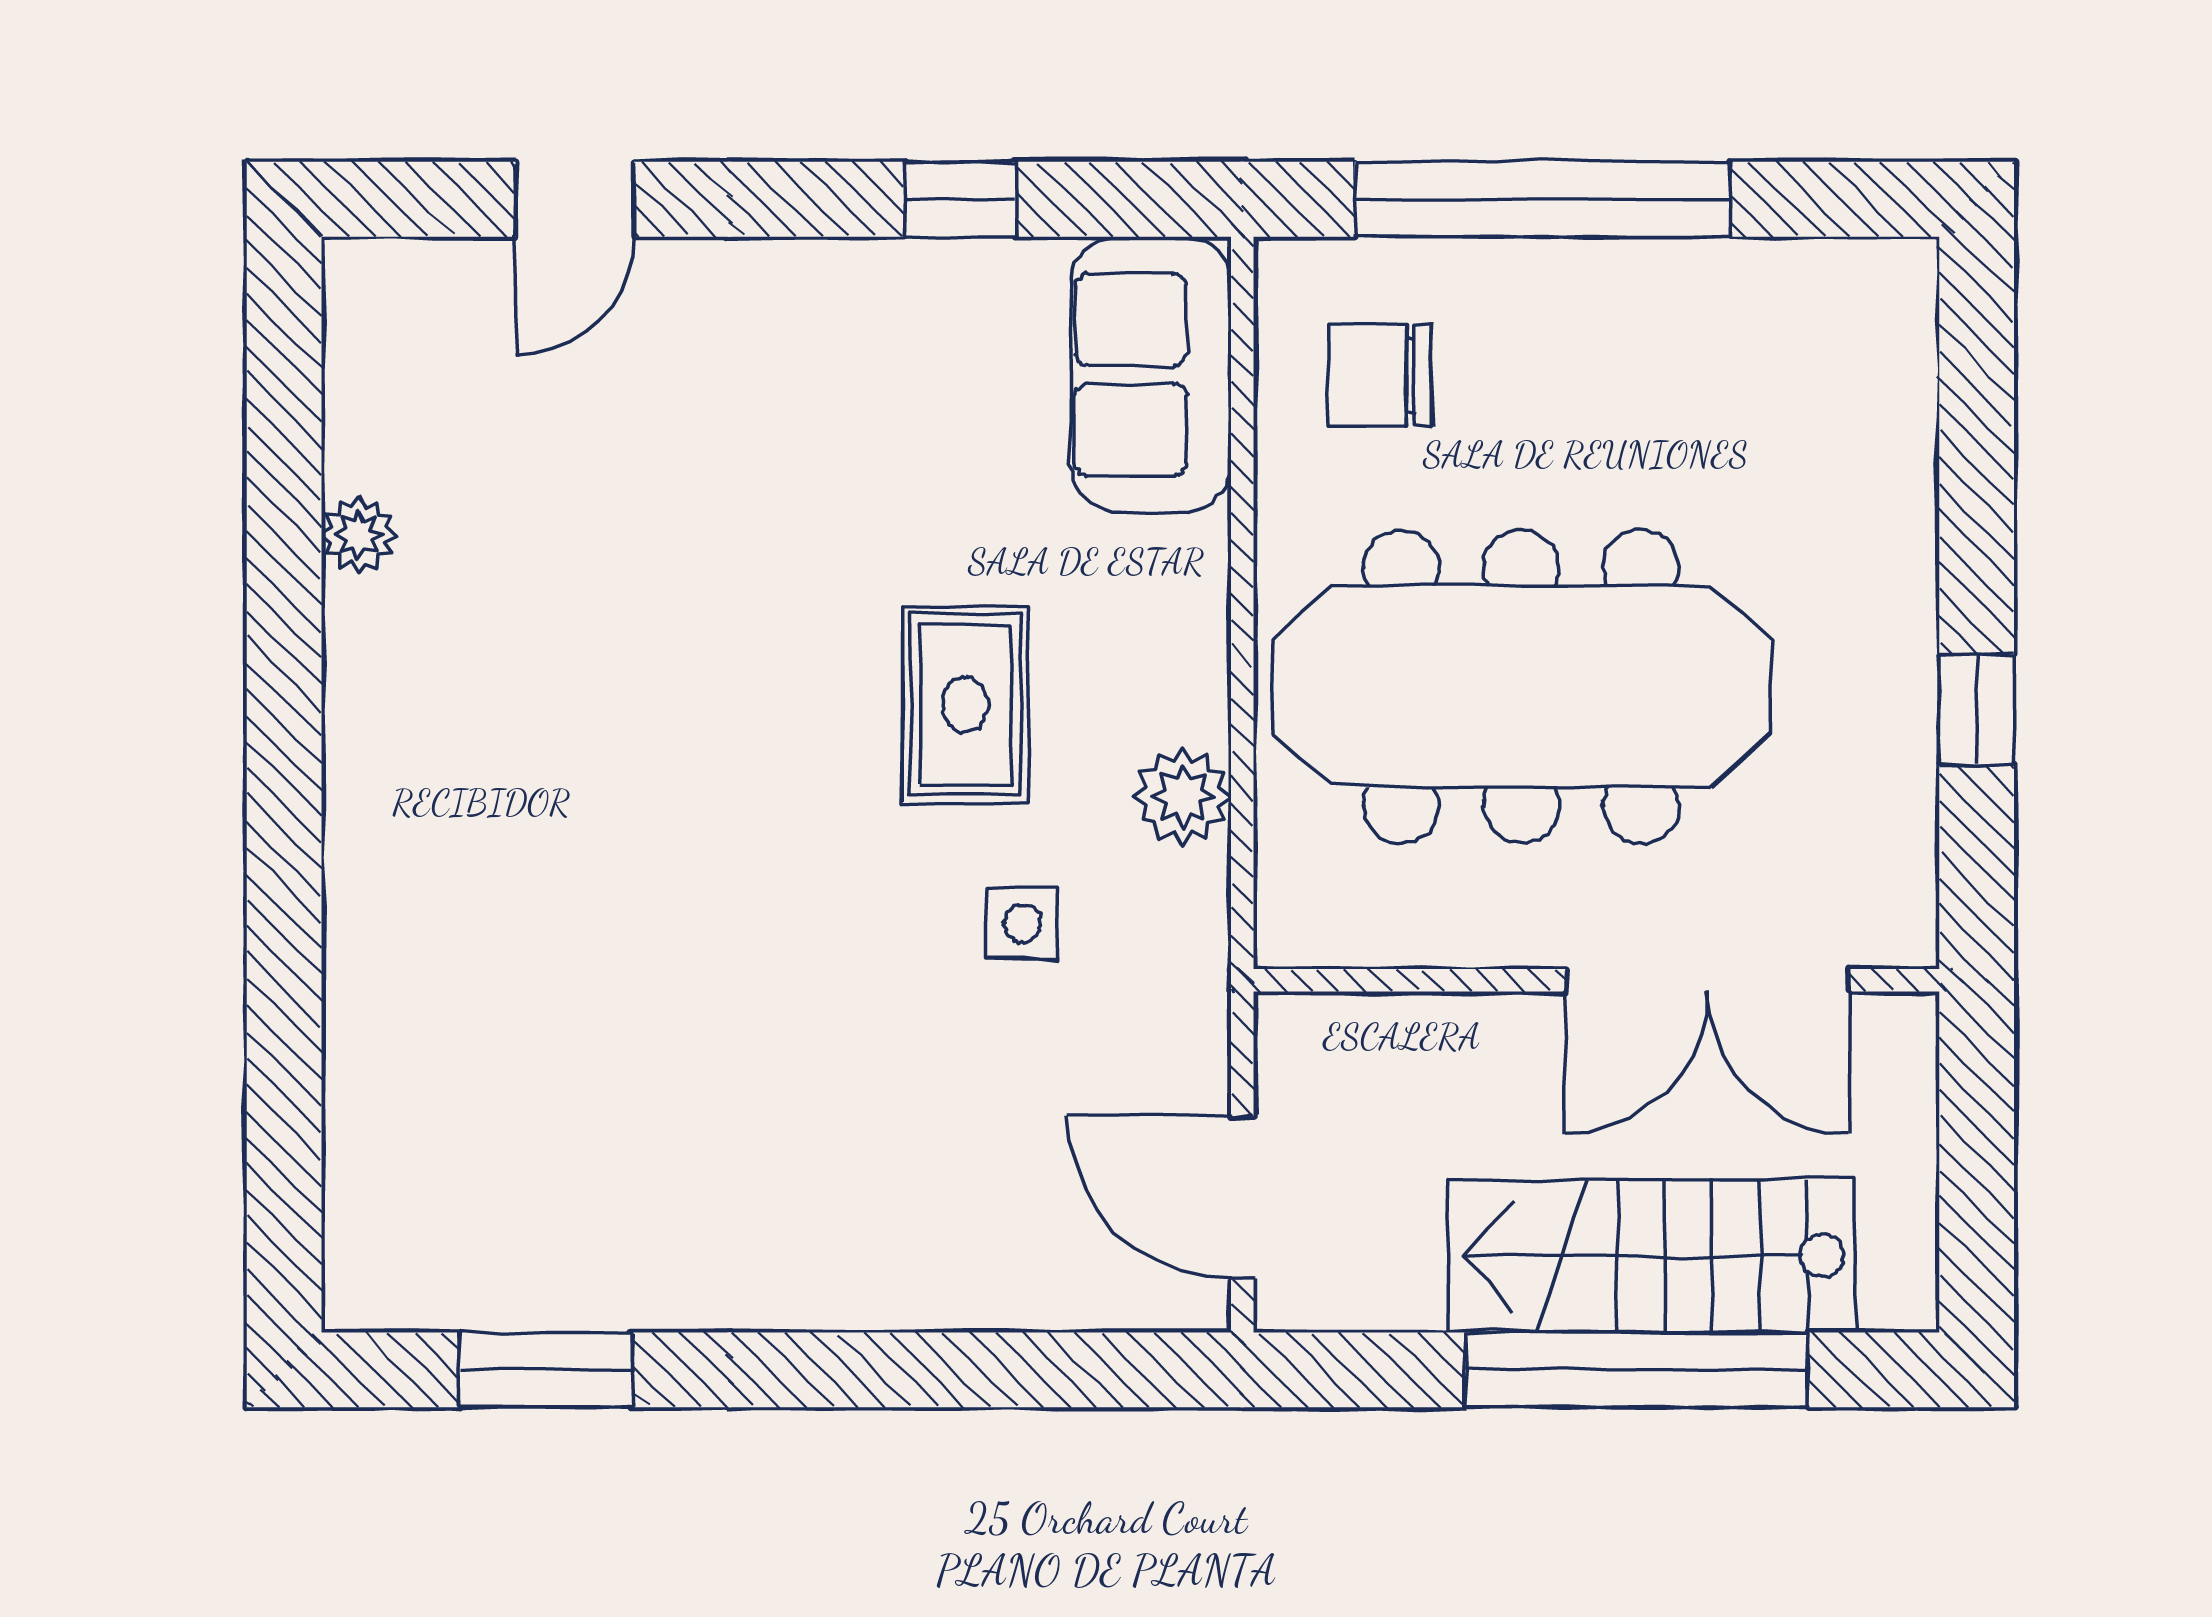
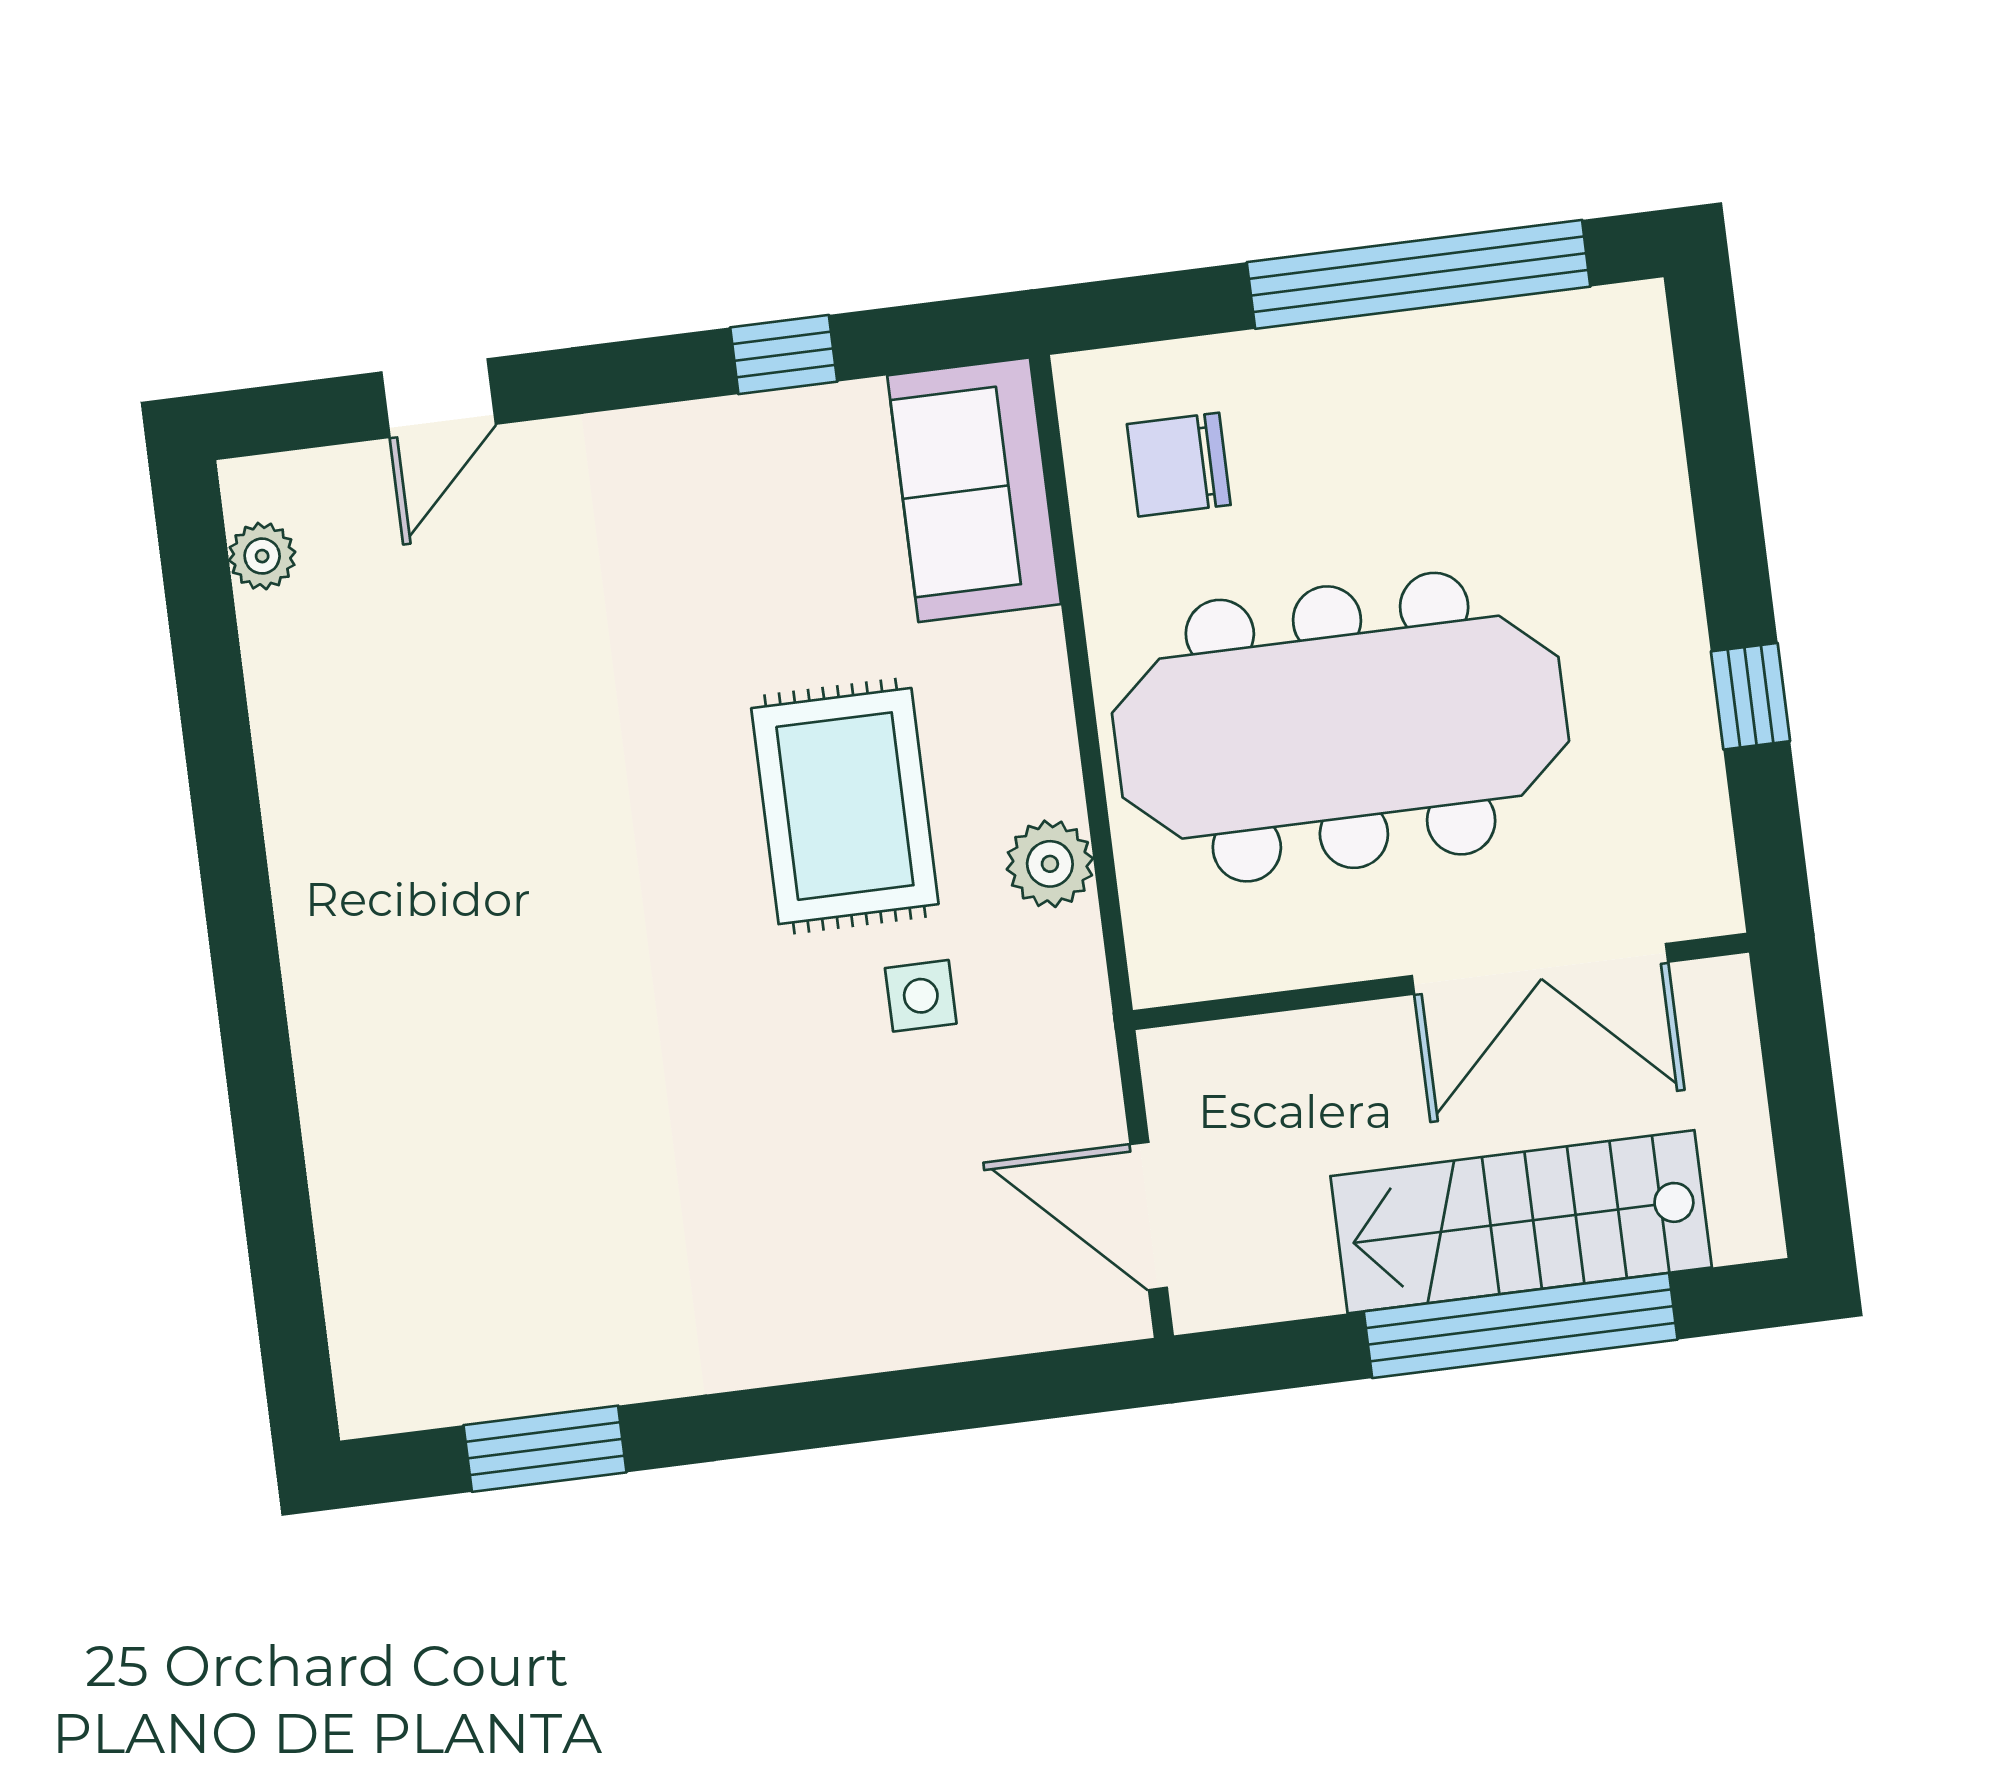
window: (1542, 199) -> (1419, 274), moved
plant: (359, 535) -> (262, 556), moved
rug: (965, 705) -> (845, 806), width x1.36, depth x1.43

